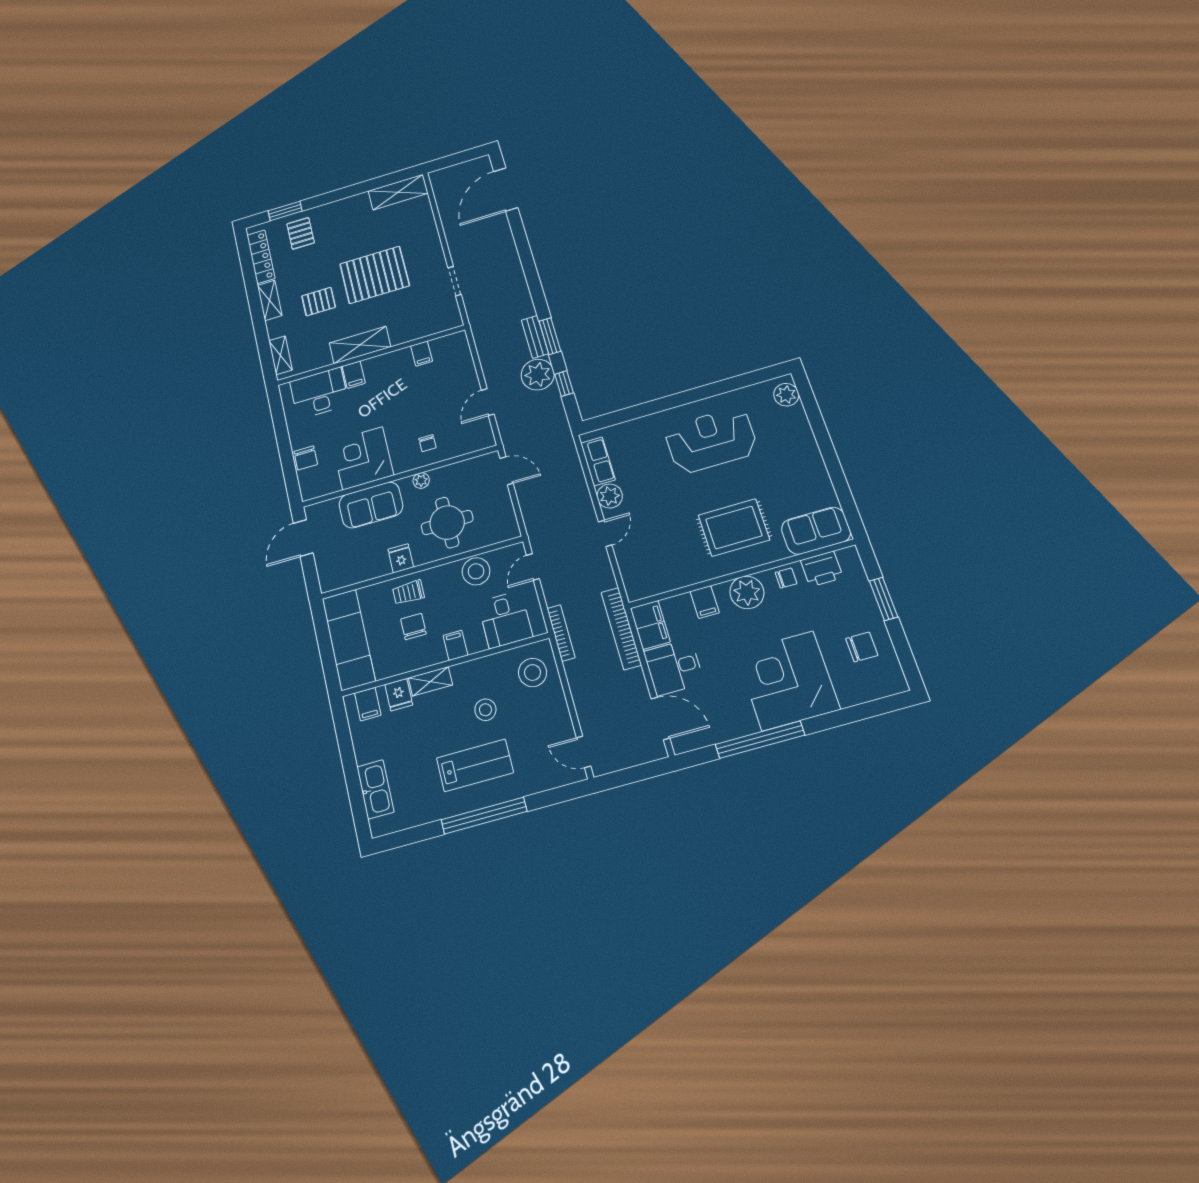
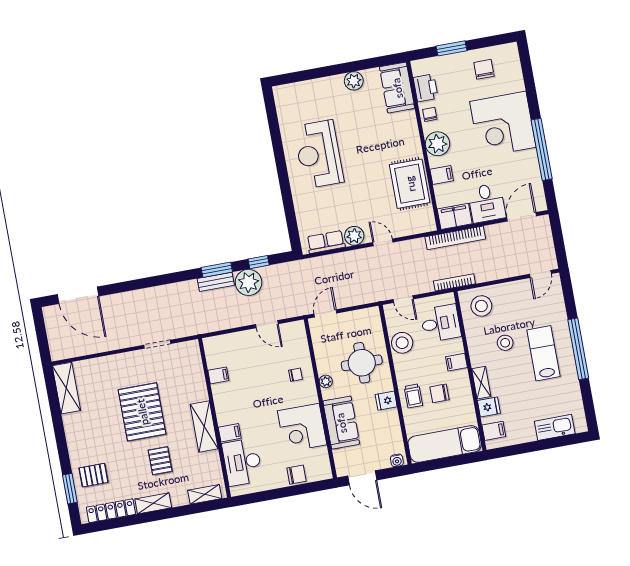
plant: (786, 395) -> (354, 81), moved
rug: (734, 528) -> (410, 184), moved
water cooler: (326, 579) -> (397, 460), added

